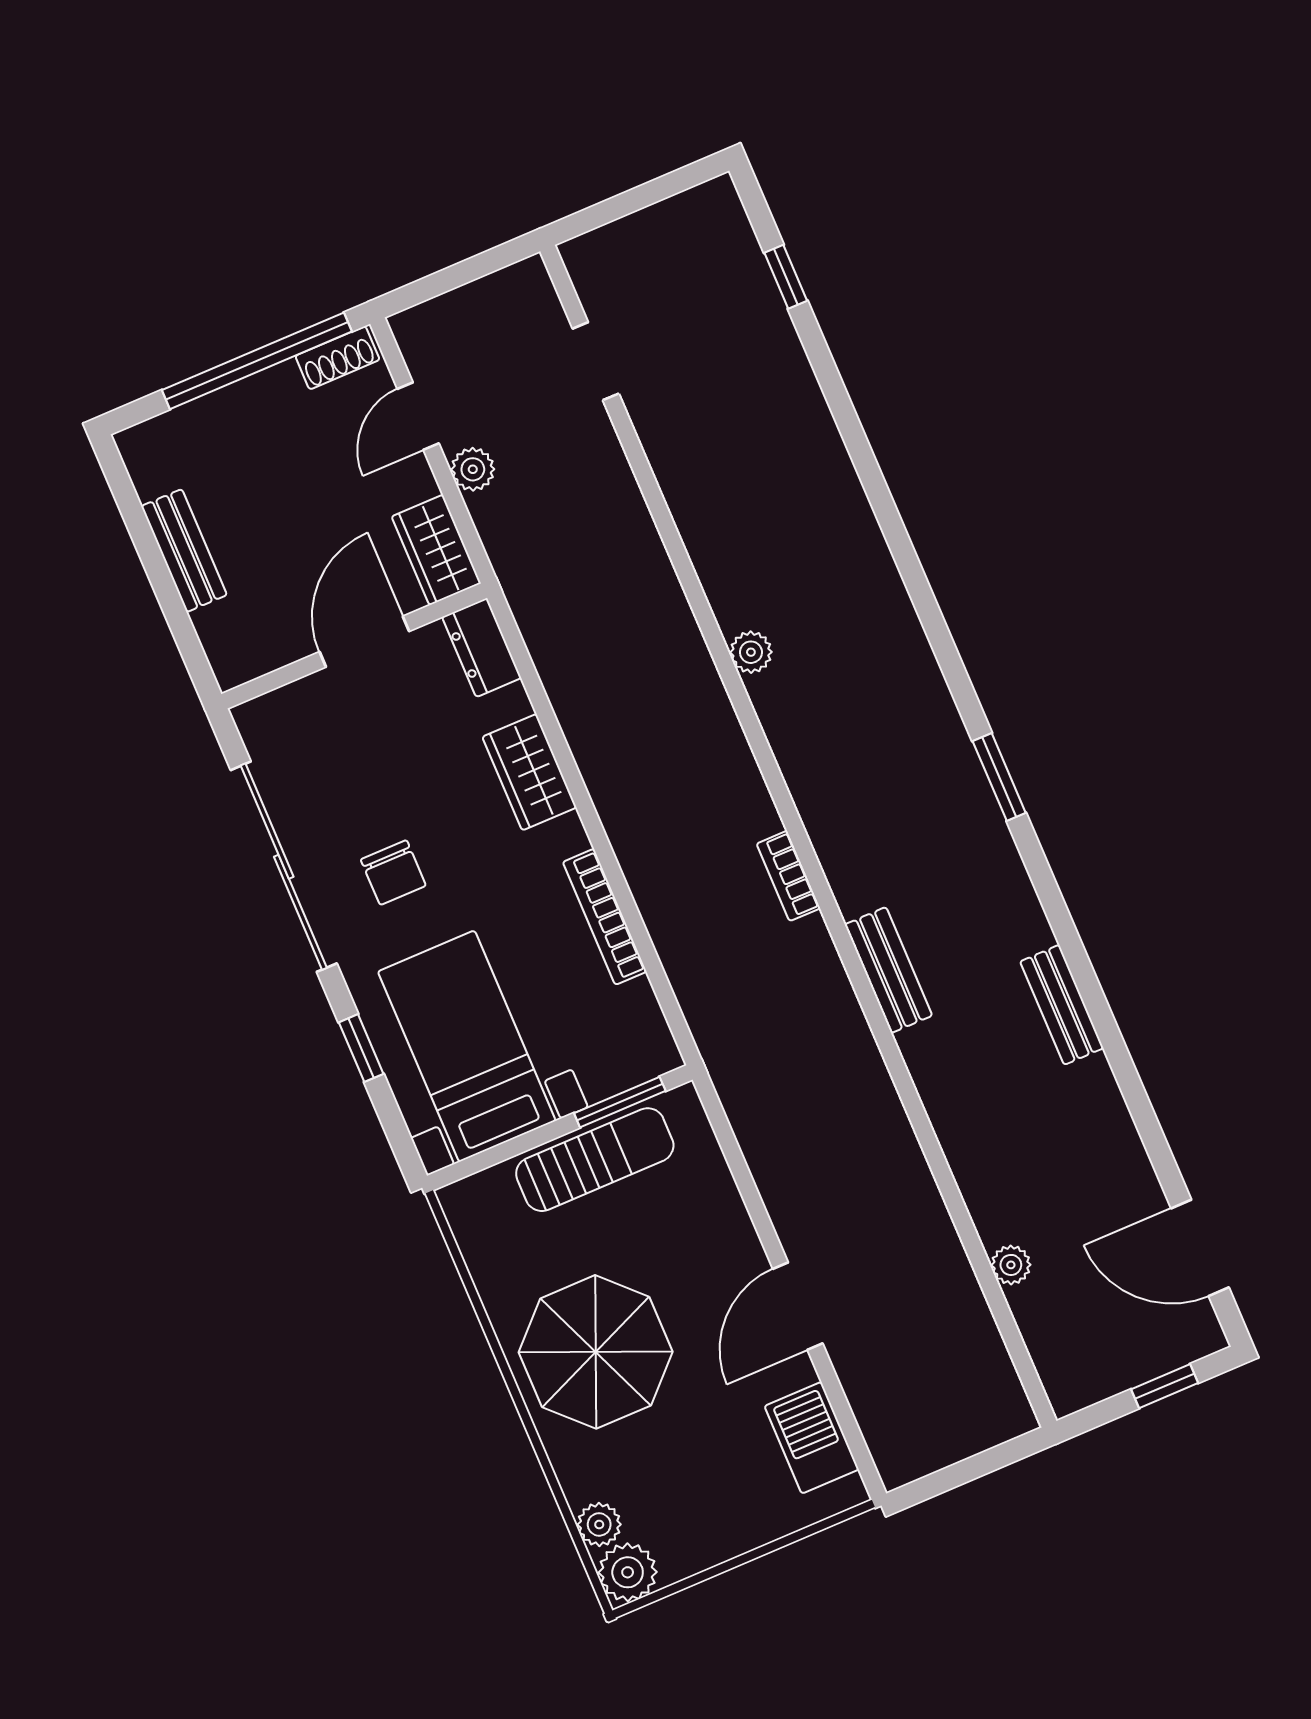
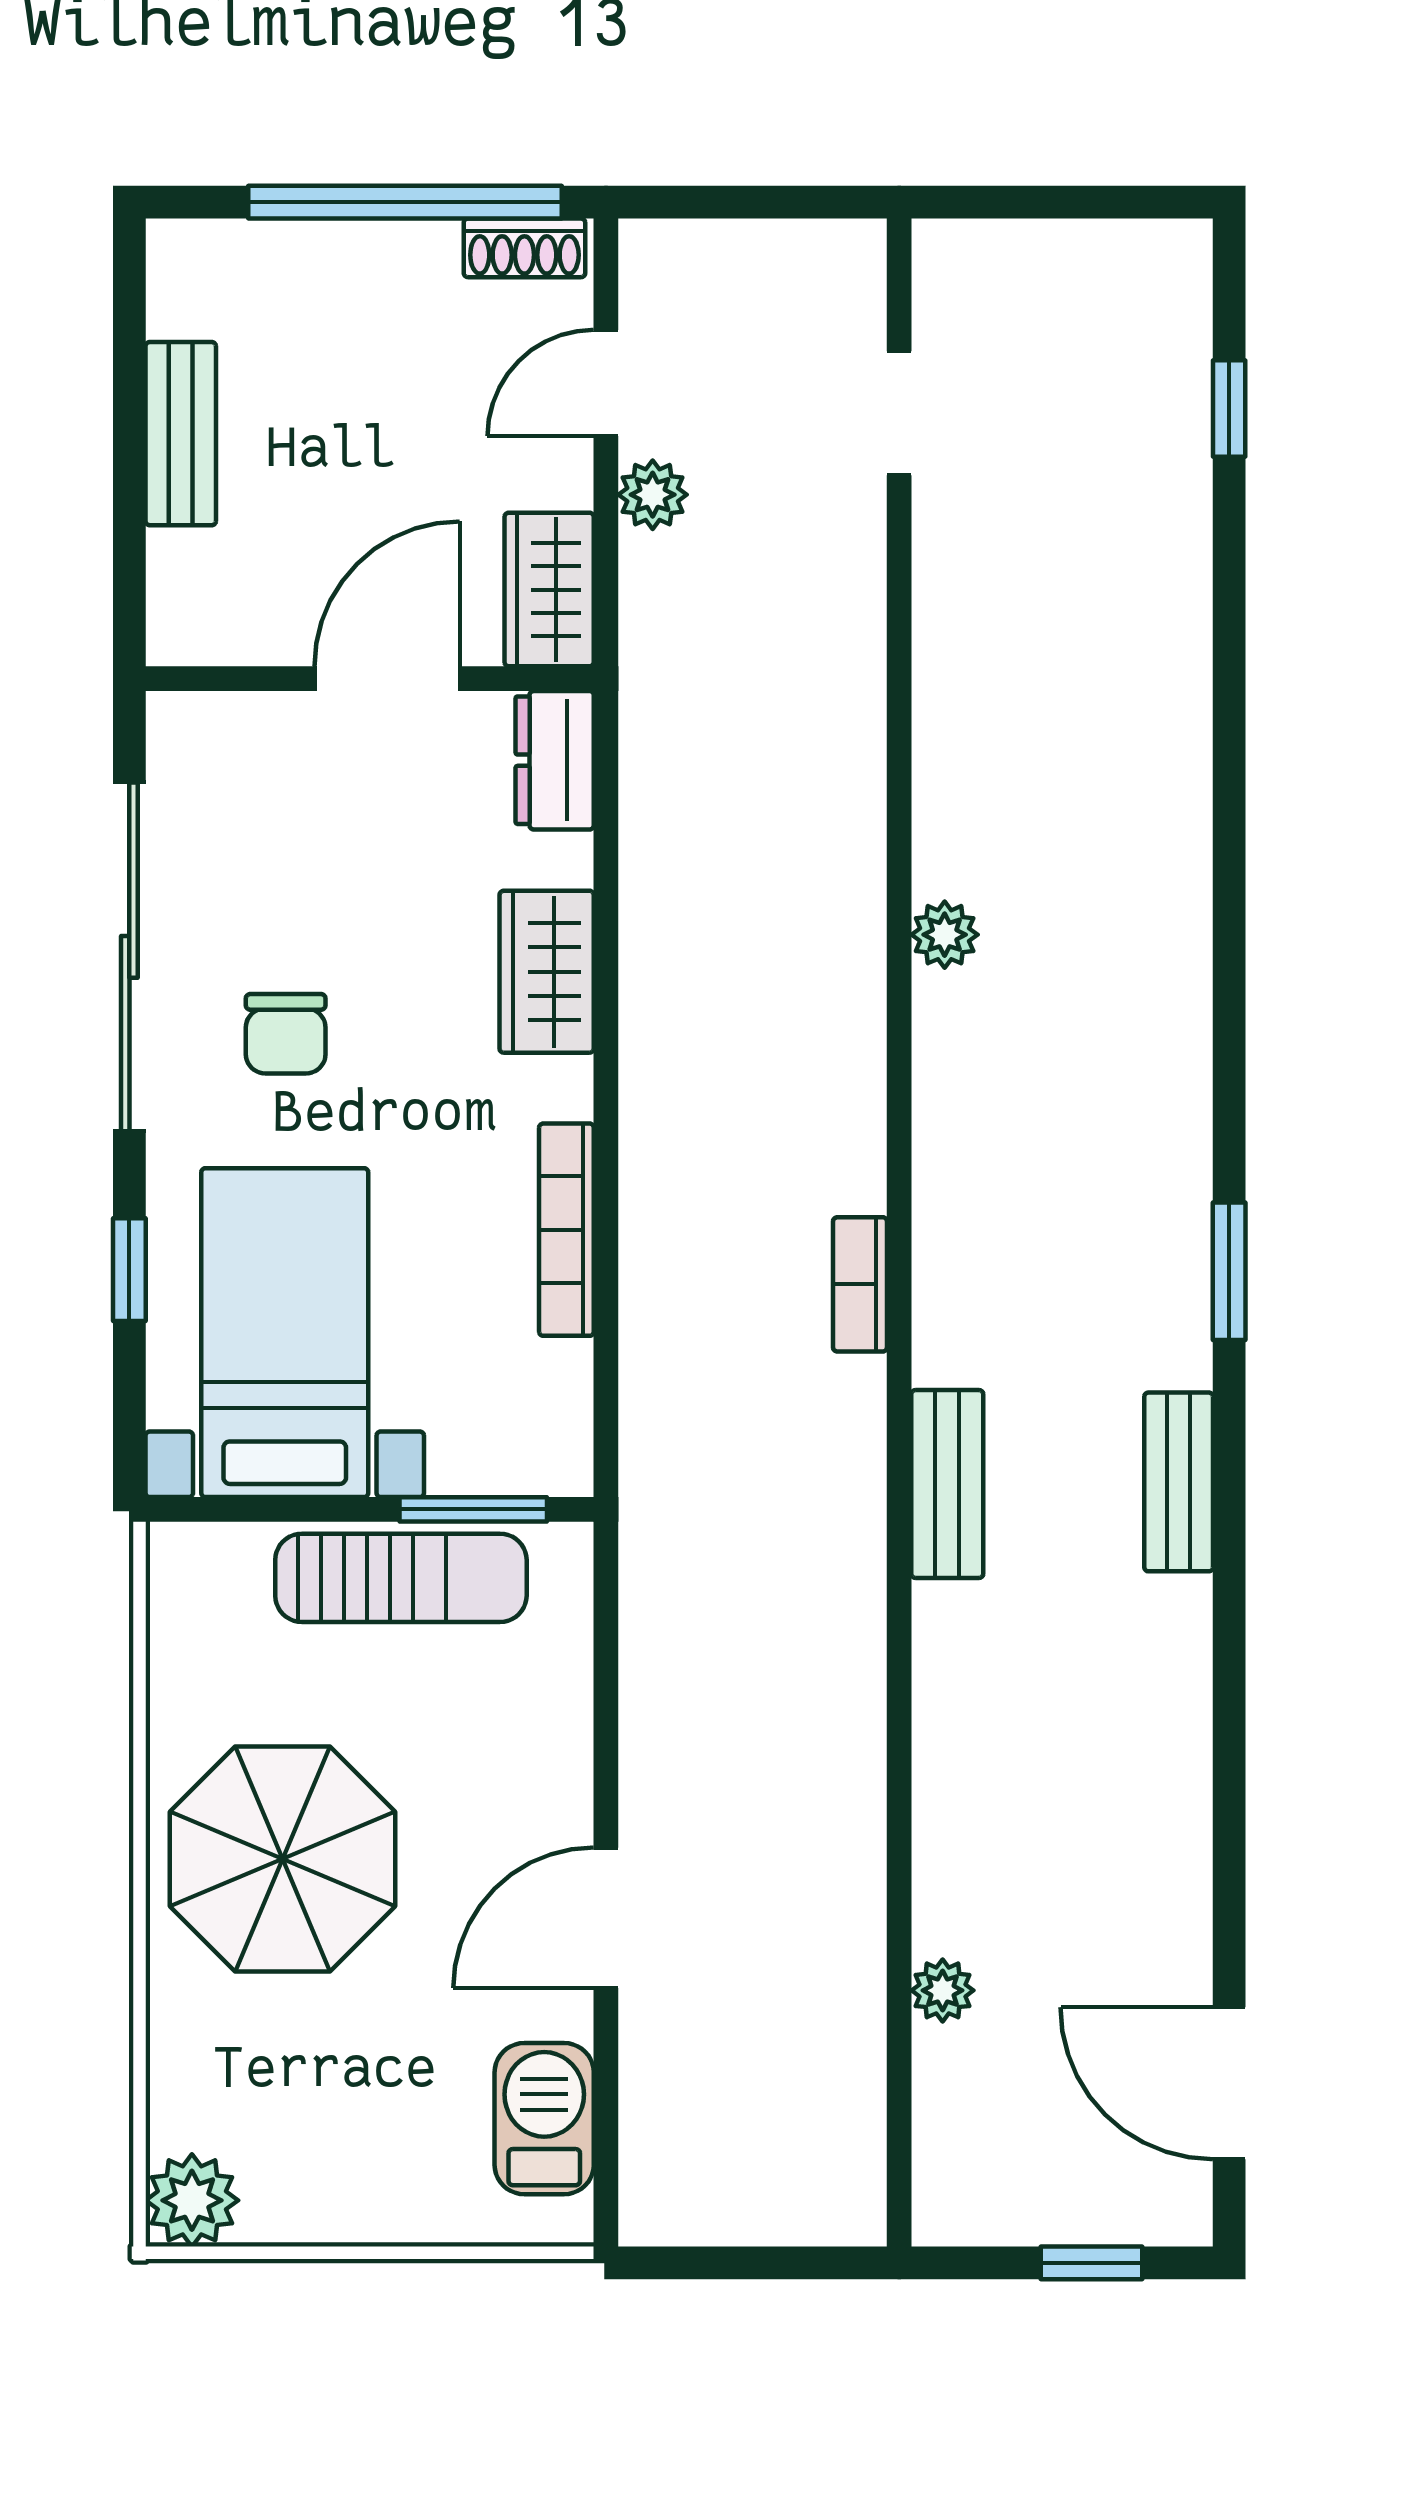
bench: (1062, 1005) -> (1179, 1482), moved
plant: (599, 1524) -> (180, 2113), removed

